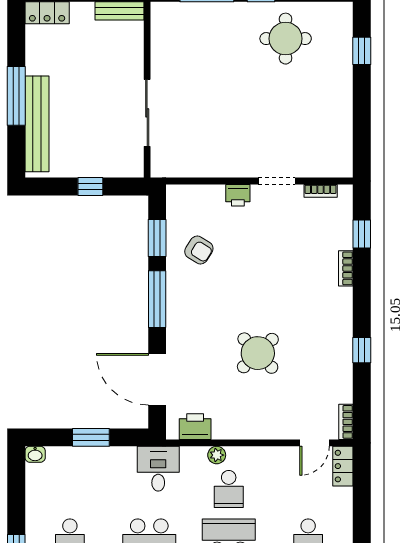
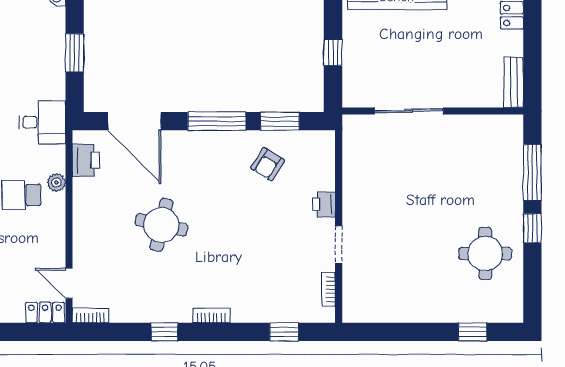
bookcase: (346, 268) -> (211, 316), moved
round table: (258, 353) -> (161, 225), turned -33
door: (157, 379) -> (134, 121), swing flipped

